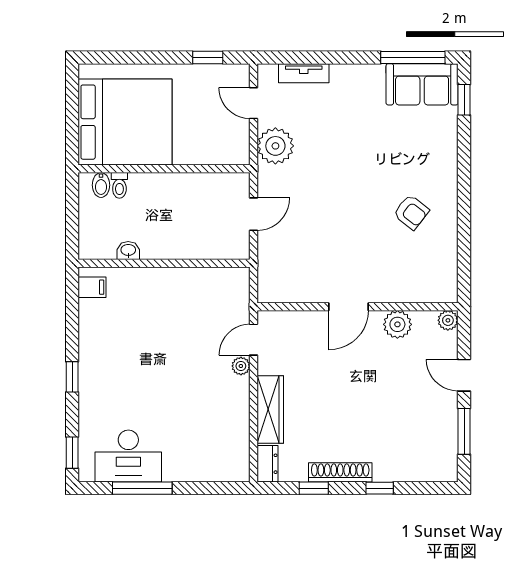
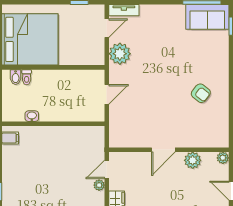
tv unit: (304, 73) -> (124, 10), moved
door: (254, 103) -> (107, 28), swing flipped

